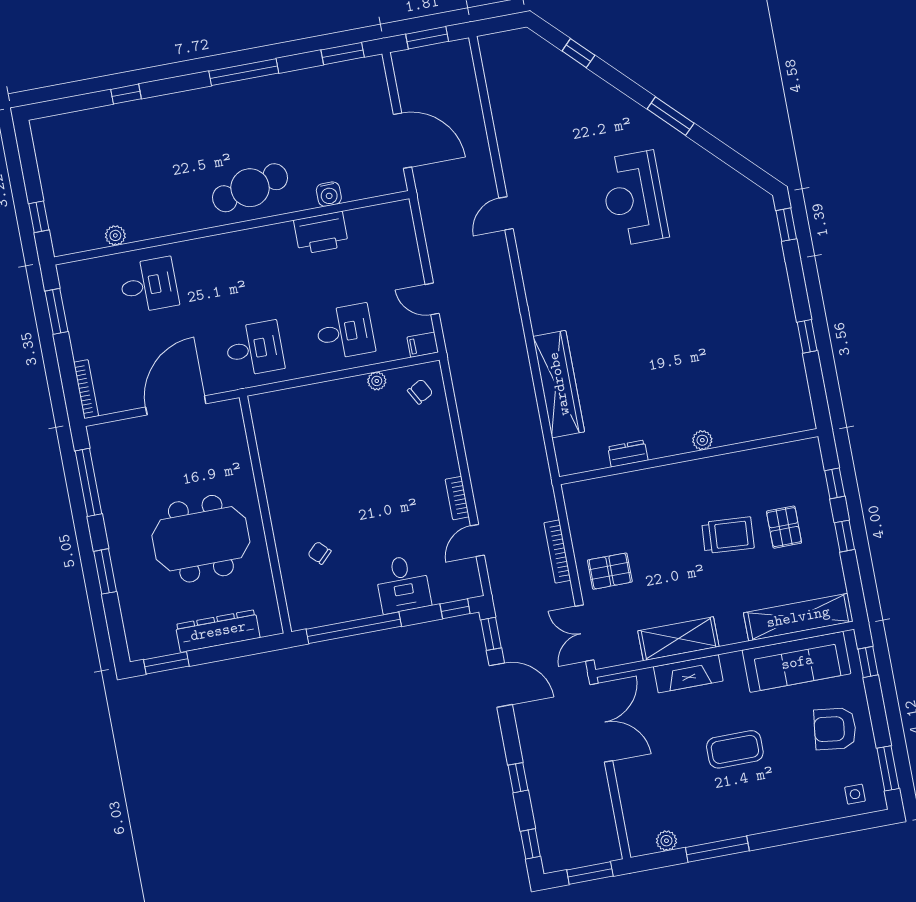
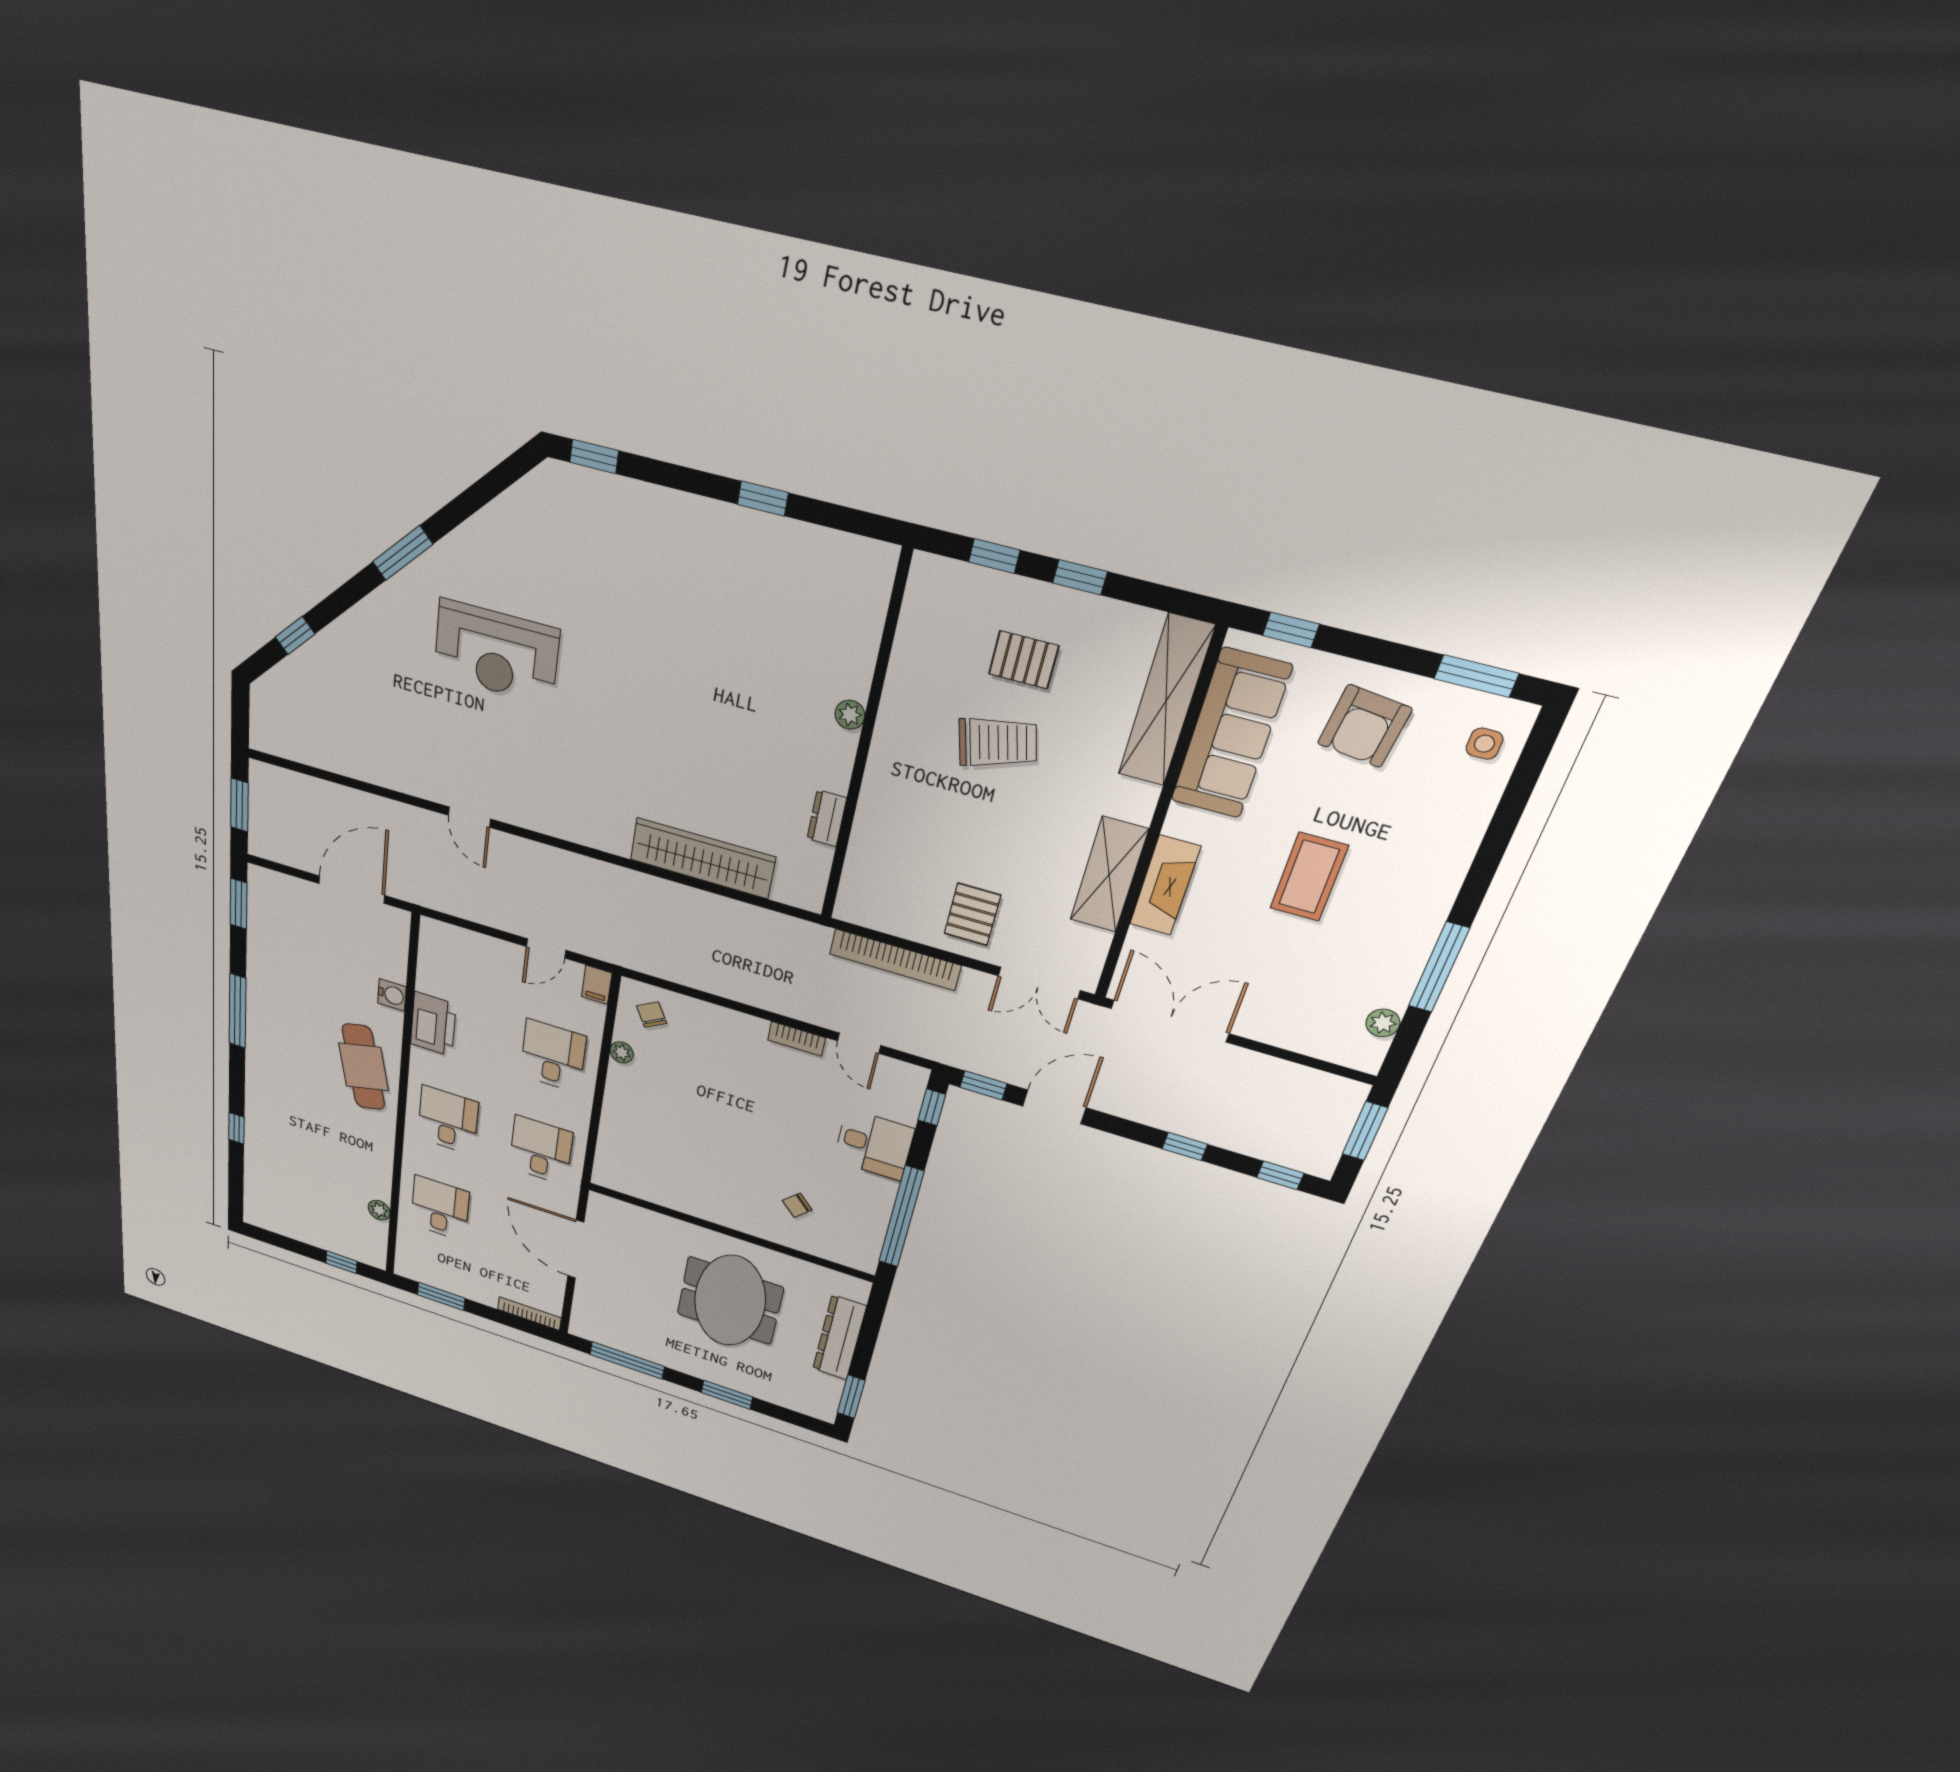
desk: (239, 268) -> (448, 1120), added
trolley: (728, 535) -> (998, 742), turned 71
bookcase: (557, 552) -> (895, 960), width x1.48, depth x1.31

